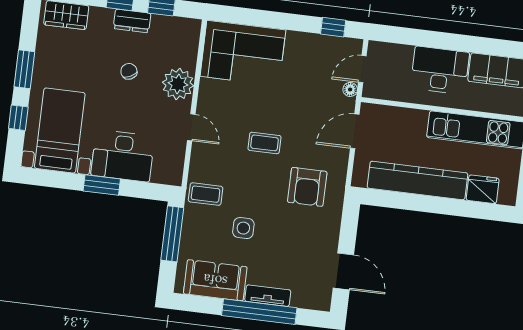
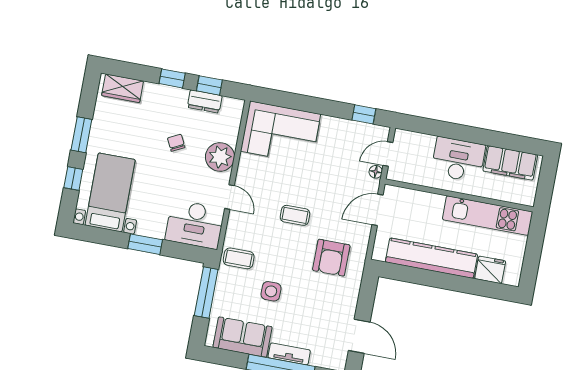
dresser: (132, 21) -> (205, 101), moved
desk: (123, 156) -> (195, 224), moved

